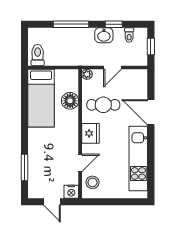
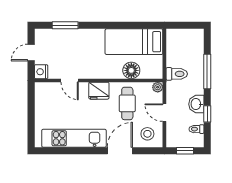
toilet: (38, 55) -> (177, 74), moved
stool: (92, 182) -> (147, 134), moved

